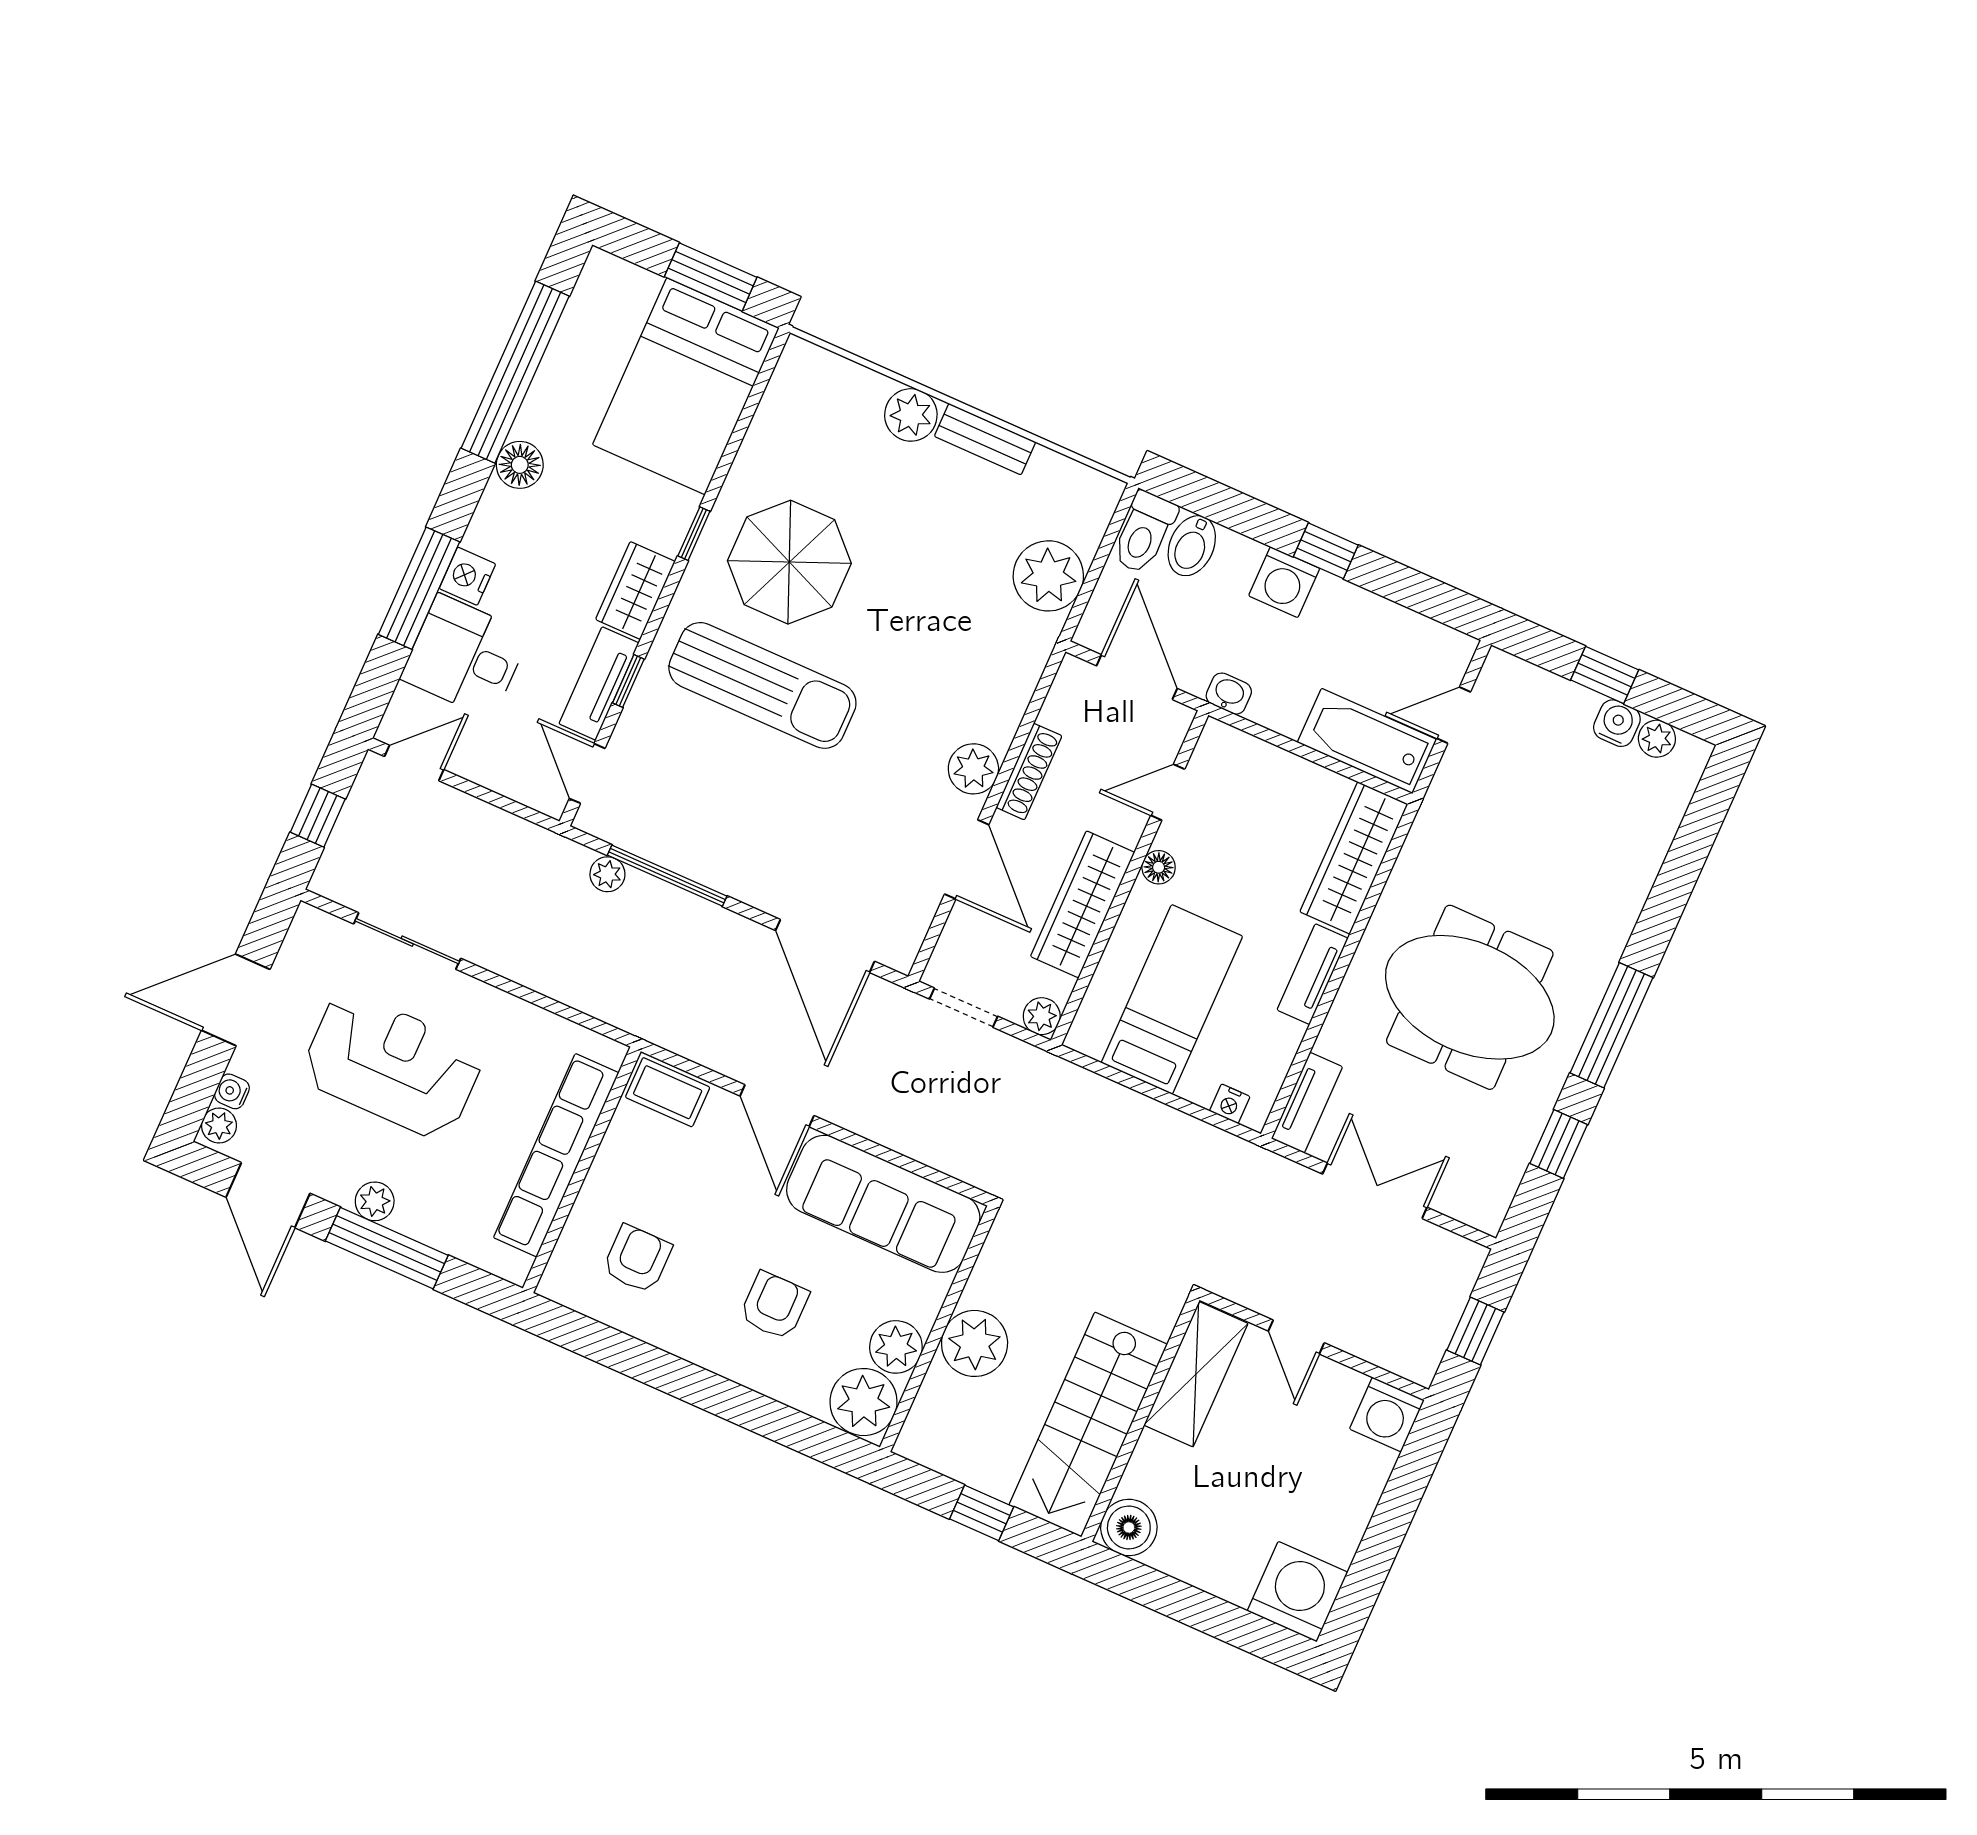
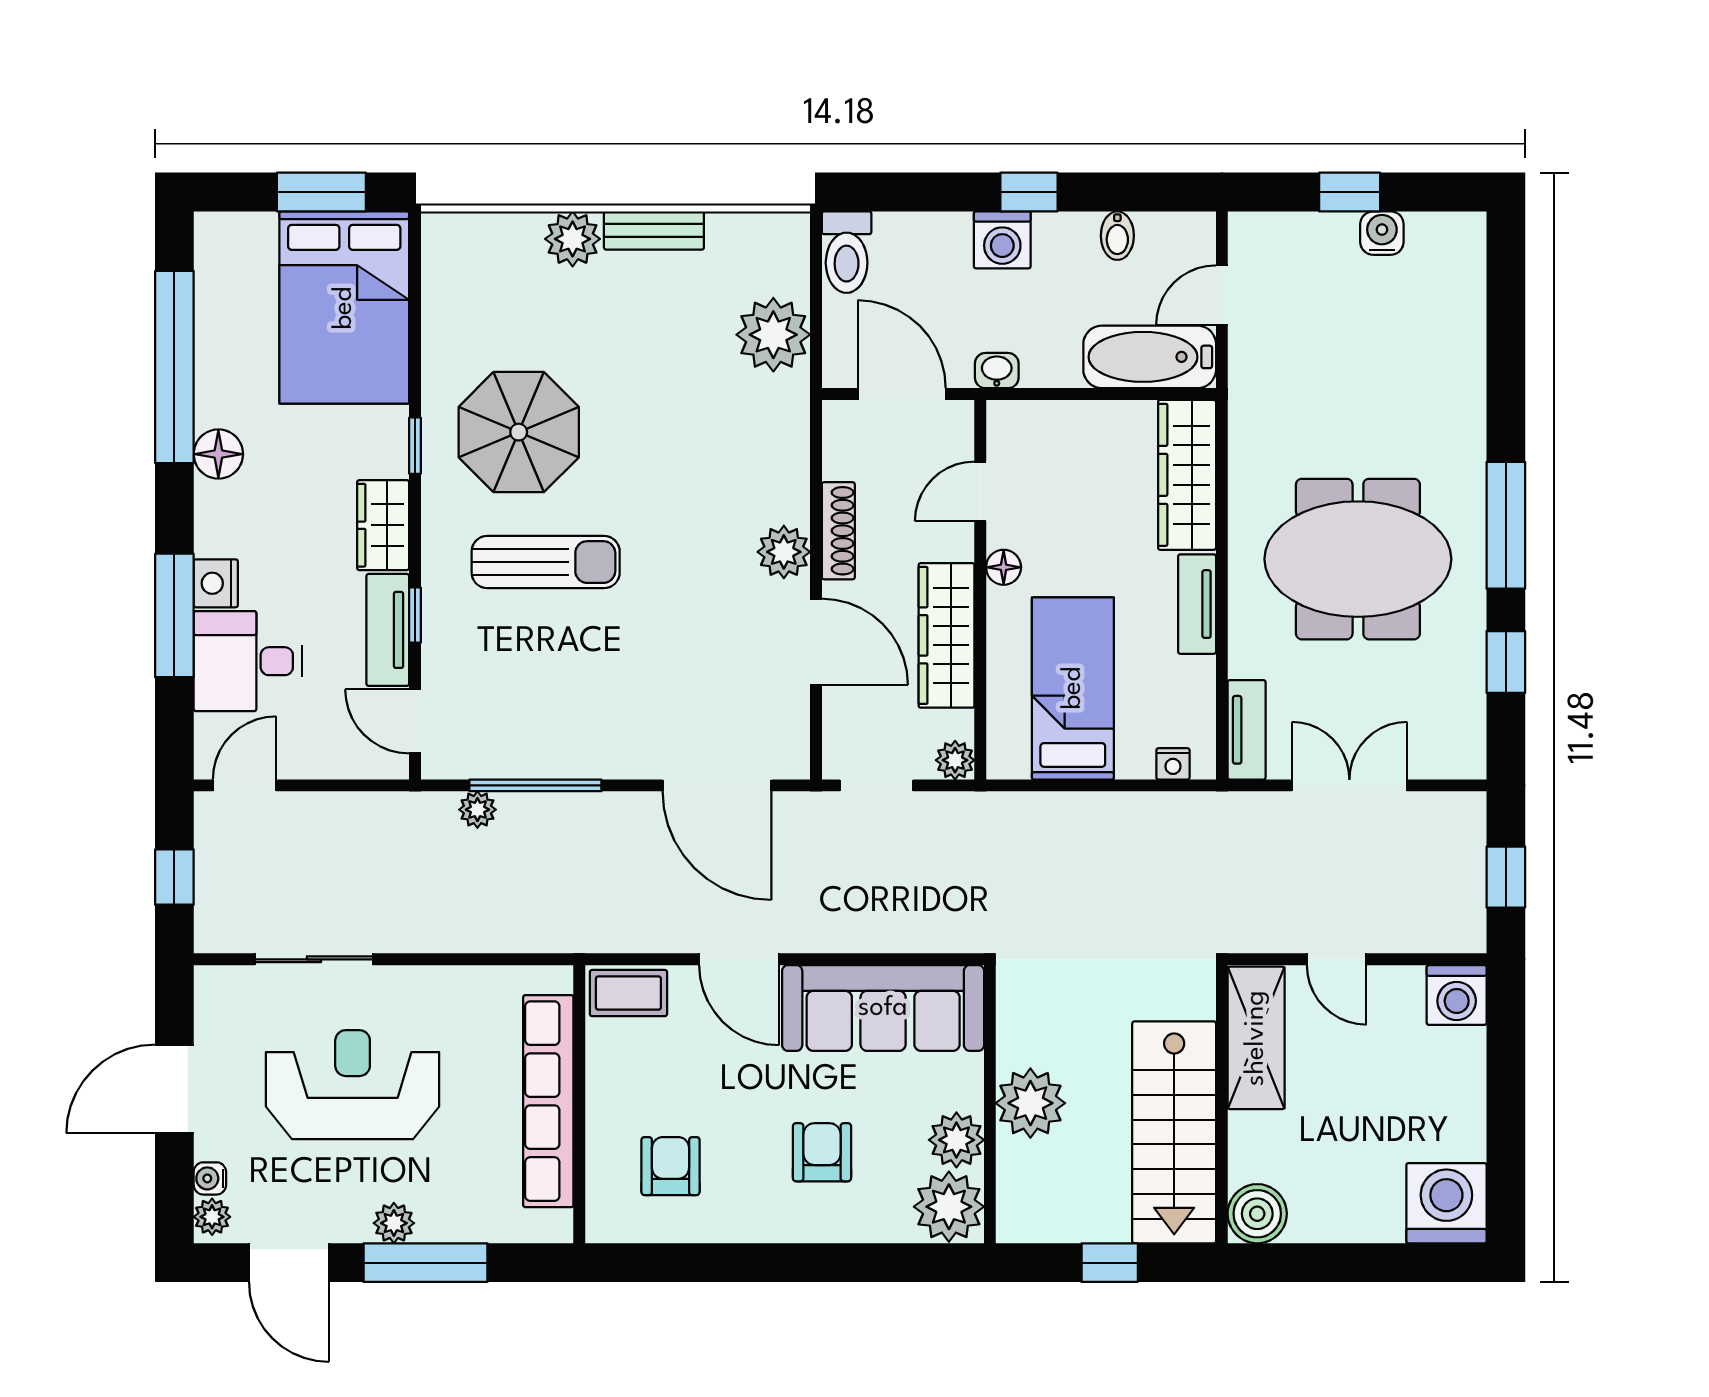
bidet: (1192, 546) -> (1117, 236), moved, width x0.72, depth x0.74
sun lounger: (762, 685) -> (546, 562), width x0.73, depth x0.75
plant: (1657, 739) -> (1427, 231), removed

